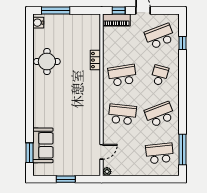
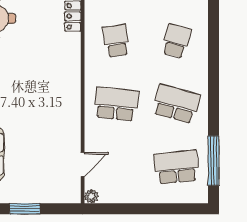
school desk: (122, 75) -> (116, 41), width x0.54
school desk: (160, 114) -> (176, 104), turned 36

